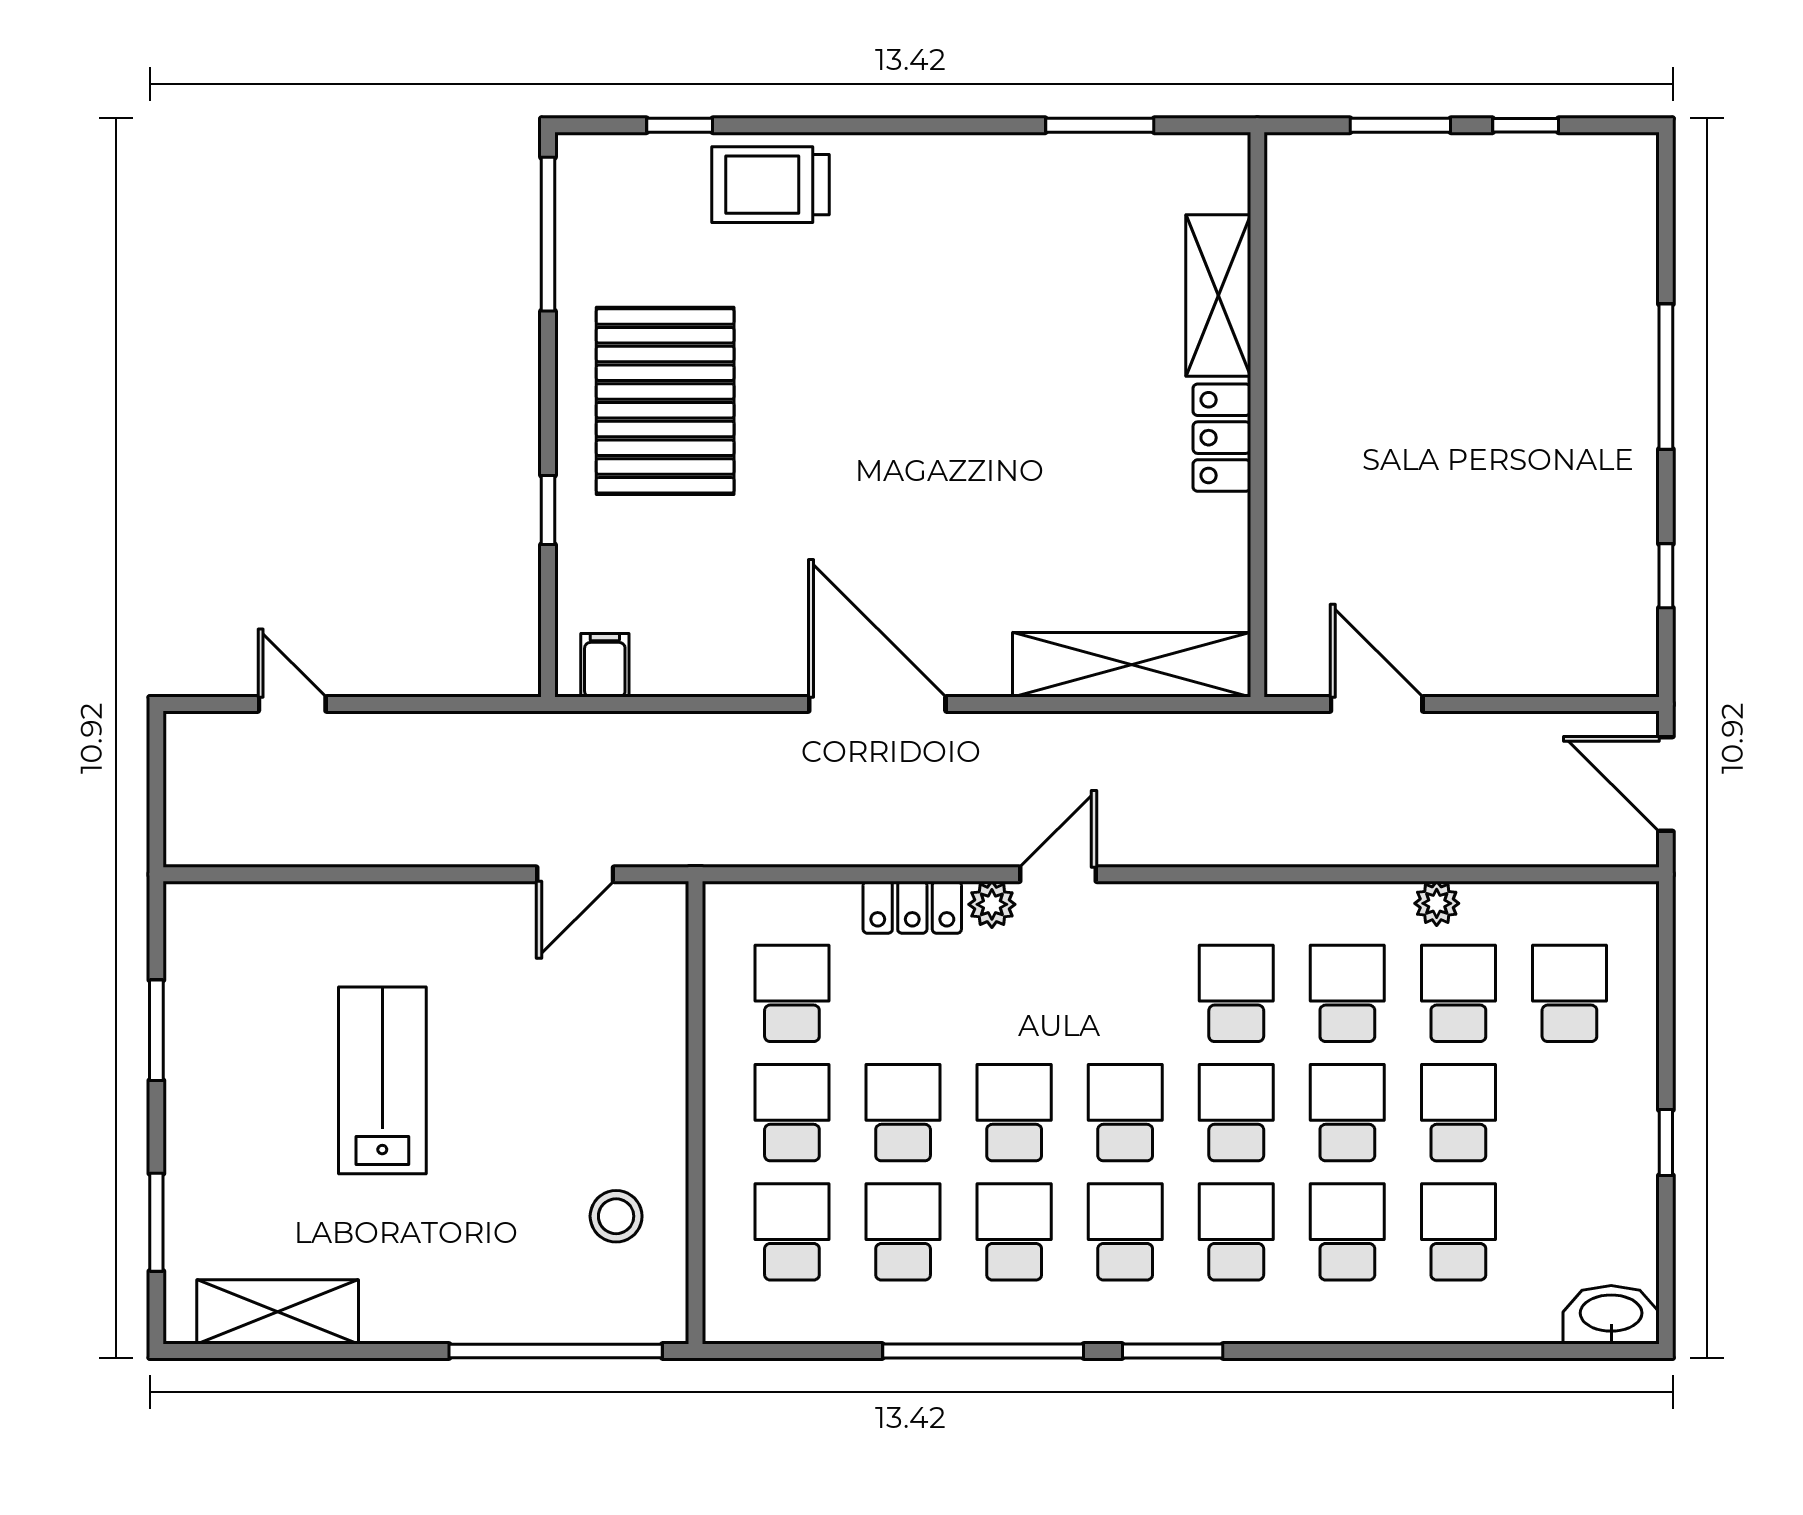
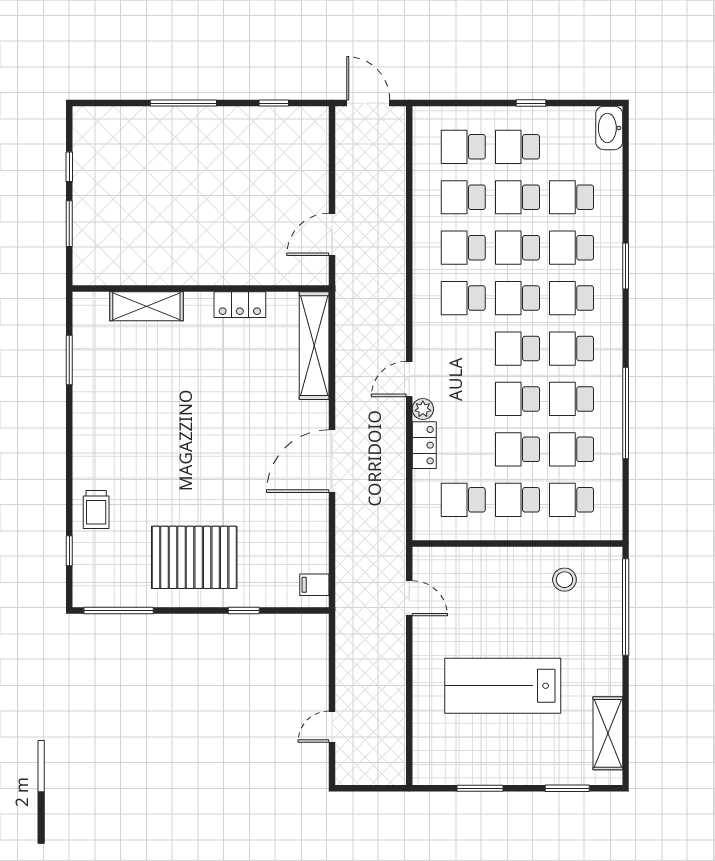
trolley: (770, 185) -> (96, 510), width x0.73, depth x0.72
locker: (1222, 438) -> (240, 305), moved
door: (1666, 784) -> (368, 103), swing flipped
door: (1058, 874) -> (409, 379), hinge flipped
plant: (1437, 903) -> (422, 207), removed
lab bench: (382, 1080) -> (503, 686), width x1.36, depth x1.39
school desk: (1569, 1113) -> (517, 147), added
window: (1173, 1351) -> (626, 266), moved

